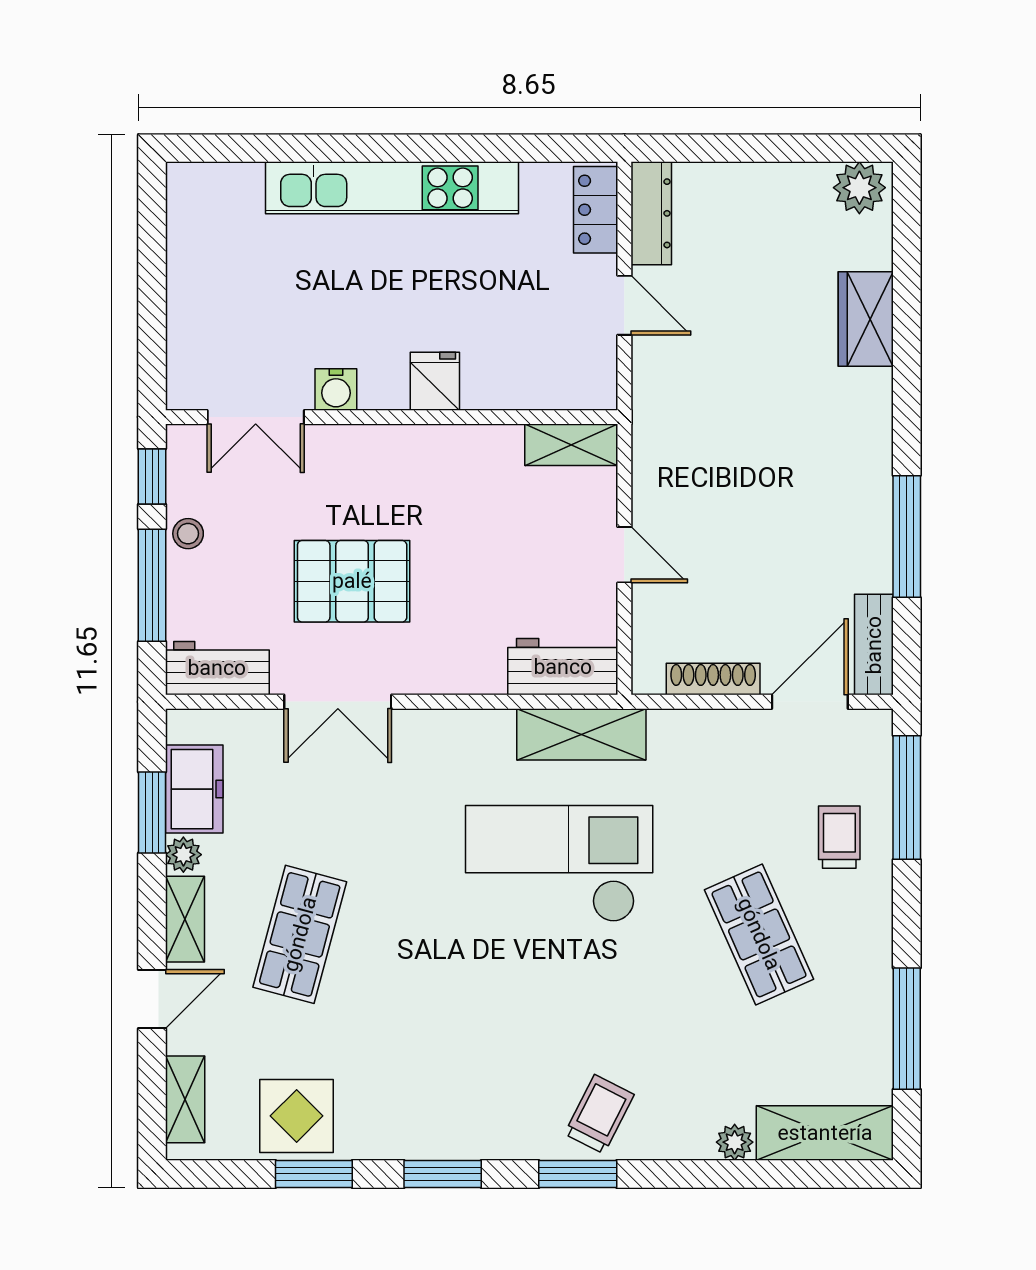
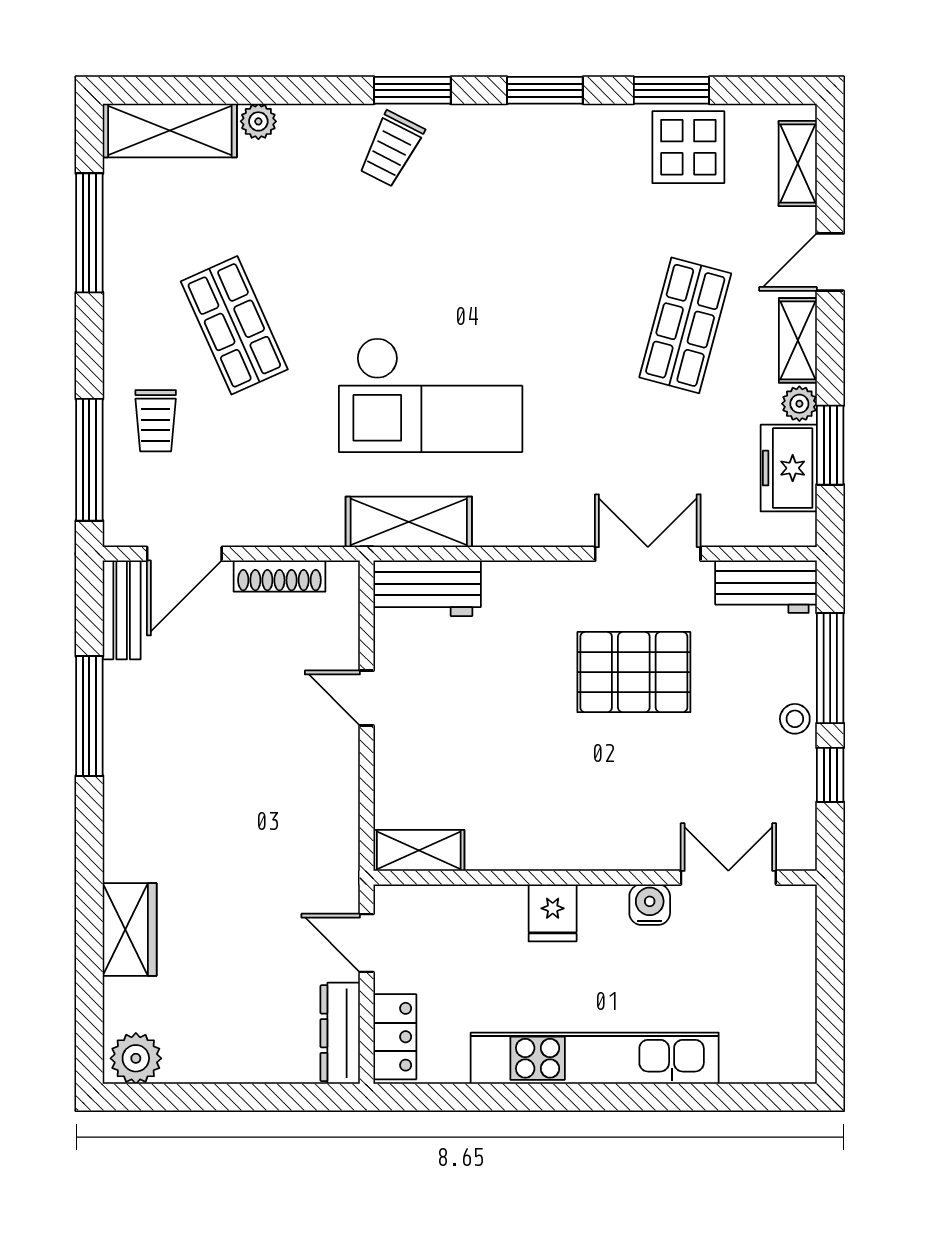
fridge: (435, 381) -> (553, 913), moved
water cooler: (336, 390) -> (650, 905), moved
double door: (256, 417) -> (728, 878), moved
wall: (392, 417) -> (595, 878), moved
shelving: (571, 445) -> (419, 850), moved

